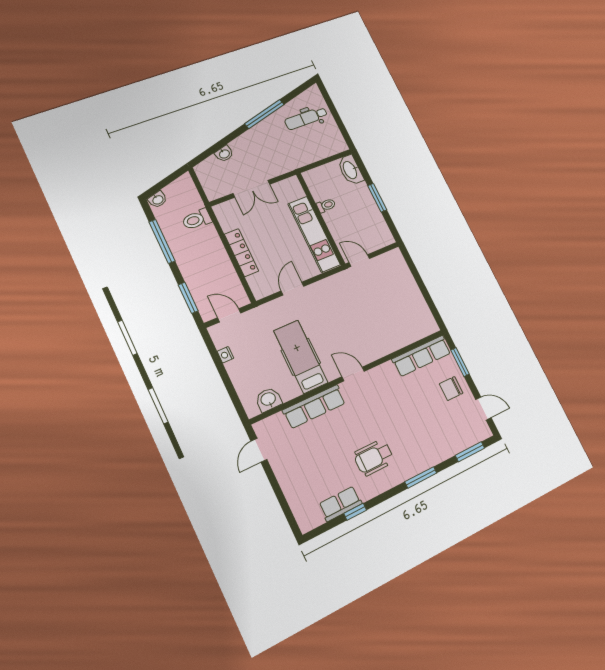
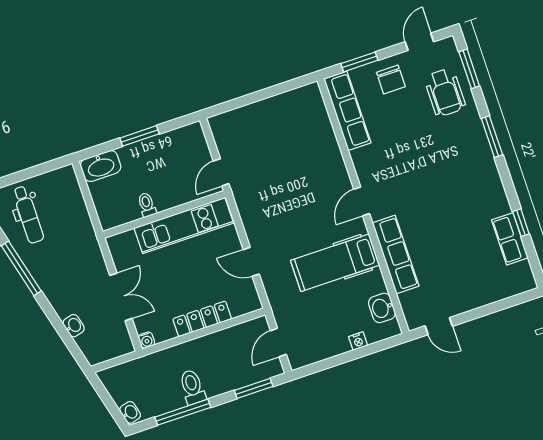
water cooler: (219, 210) -> (147, 340), added
toilet: (197, 219) -> (192, 387), moved, turned 180
nightstand: (225, 355) -> (358, 341), moved
wheelchair: (374, 457) -> (445, 92), moved

